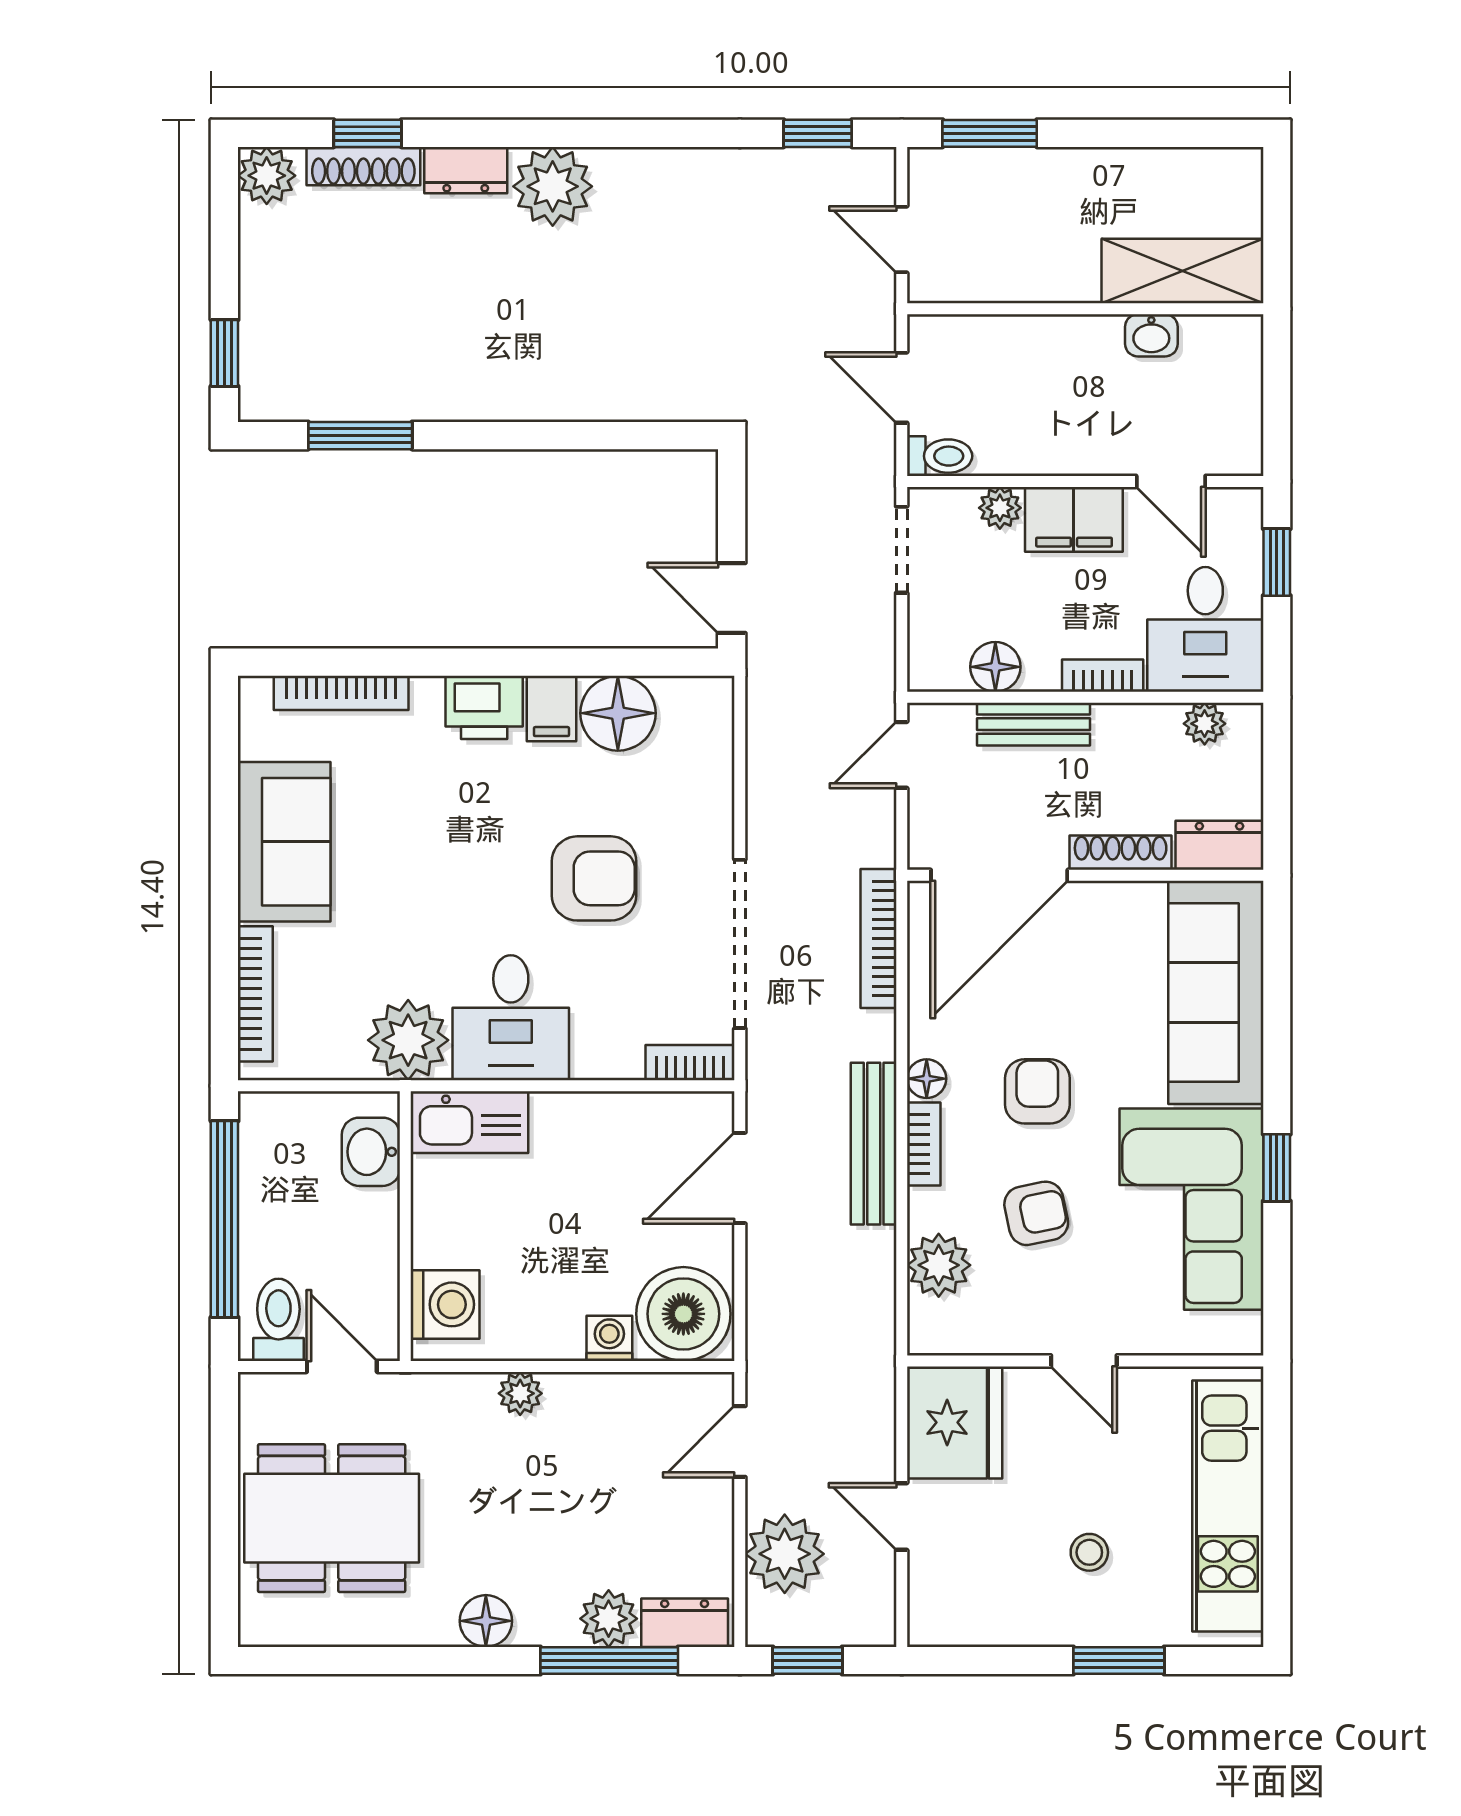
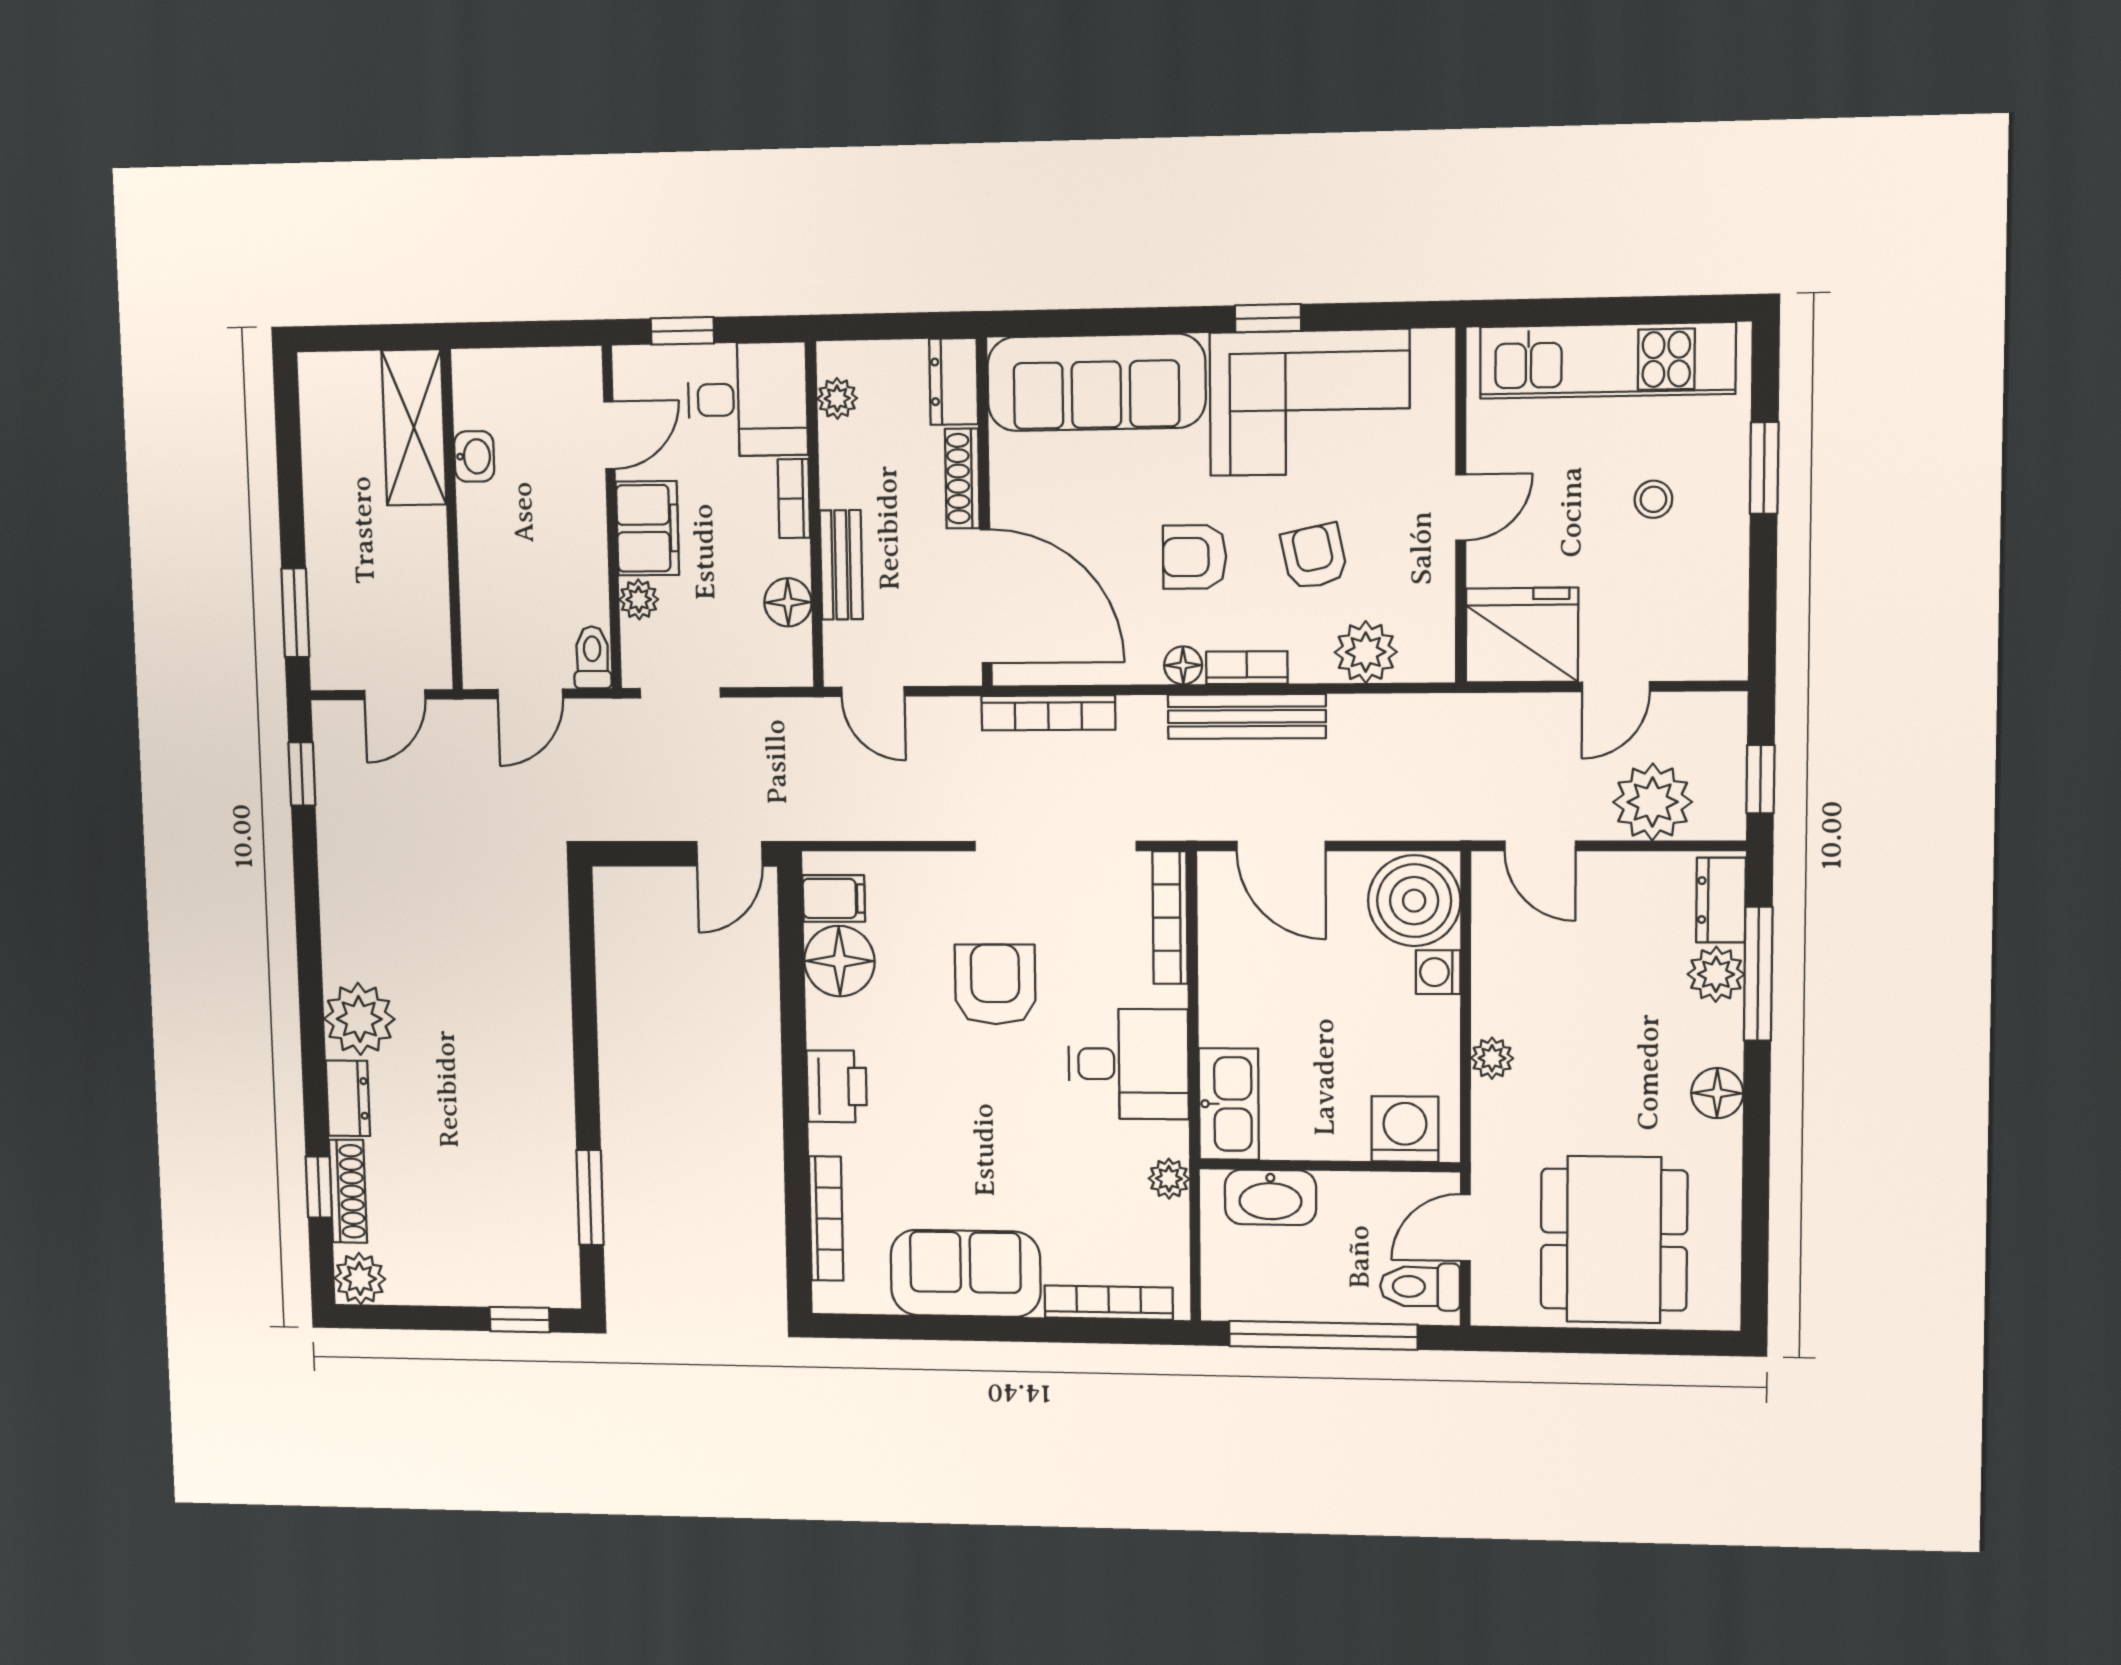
filing cabinet: (551, 709) -> (834, 898), moved
plant: (408, 1040) -> (1169, 1179), width x0.53, depth x0.53
bookcase: (690, 1063) -> (1170, 918), width x1.56
washbasin: (371, 1152) -> (1270, 1197), width x1.38

